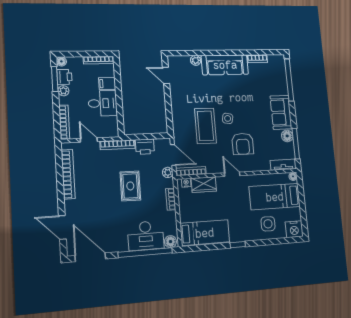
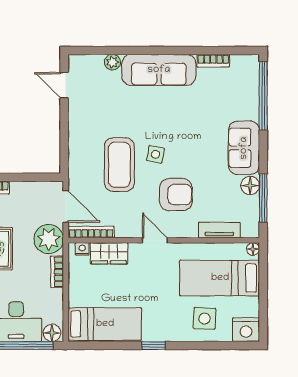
armchair: (243, 144) -> (176, 195), turned -90
printer: (145, 147) -> (24, 192), removed
tv unit: (283, 165) -> (219, 230), moved
plant: (168, 172) -> (49, 239), width x1.88, depth x1.88

